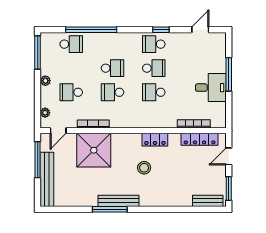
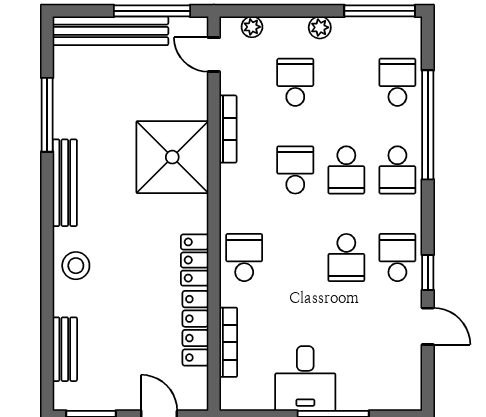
door: (200, 30) -> (428, 326), moved
school desk: (71, 44) -> (397, 82), turned 180
school desk: (112, 44) -> (397, 170), added
school desk: (154, 92) -> (244, 258), moved
locker: (200, 139) -> (195, 328), moved
shower: (94, 150) -> (172, 157), moved
stool: (144, 168) -> (76, 266), moved
bench: (208, 201) -> (65, 349), moved
window: (110, 209) -> (47, 115), moved

